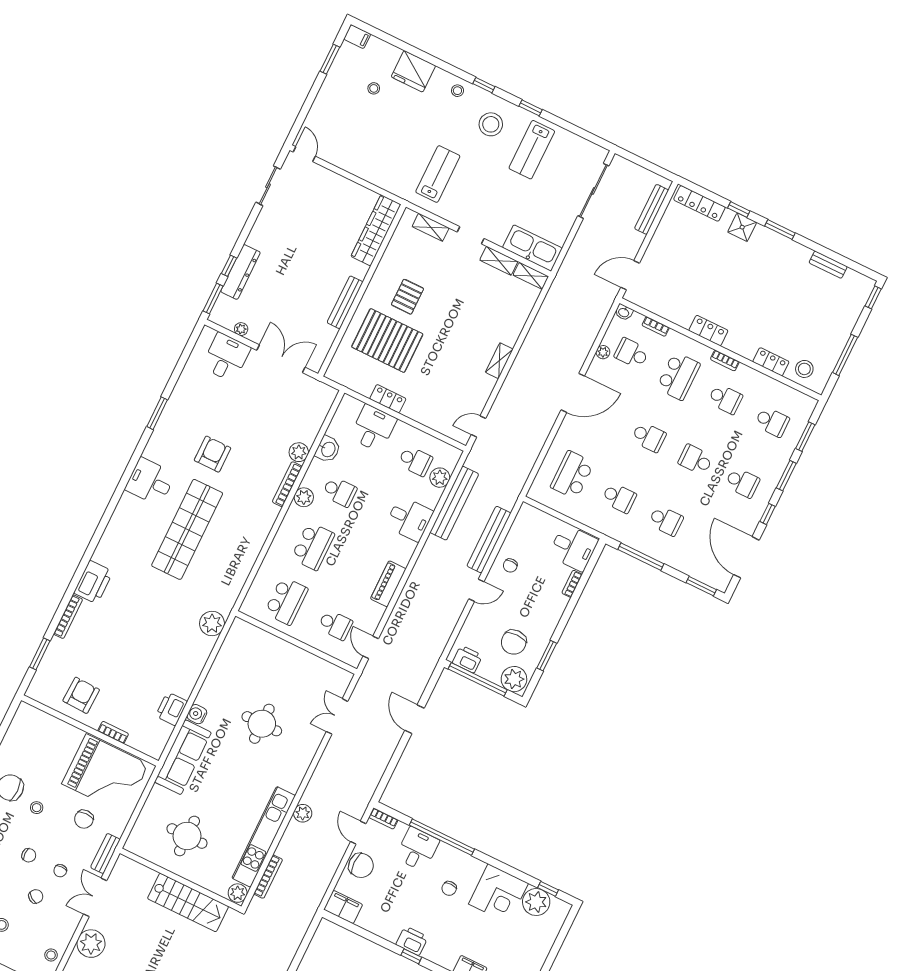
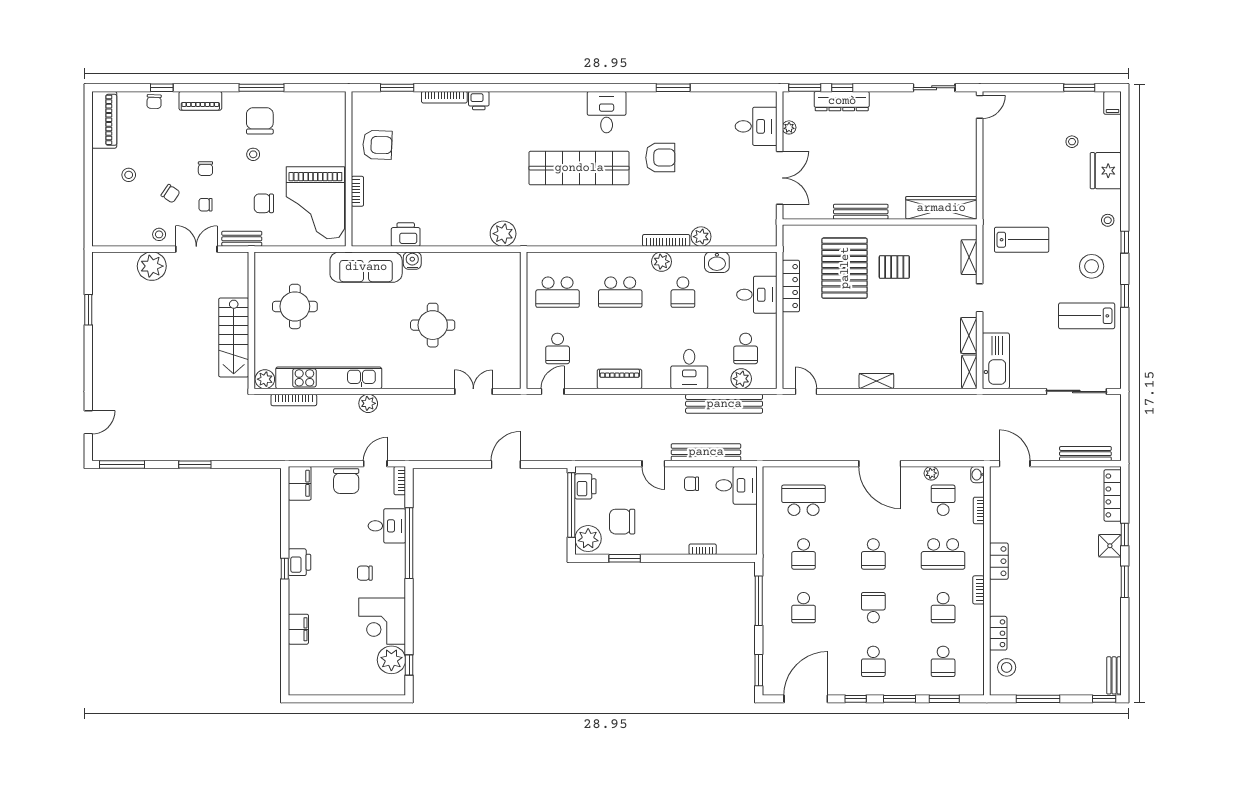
bench: (828, 265) -> (1114, 675), moved
locker: (388, 399) -> (791, 286), width x1.53
desk: (573, 548) -> (737, 485), moved, turned -90
printer: (93, 582) -> (479, 101), width x0.53, depth x0.68
stool: (51, 955) -> (159, 234), moved

